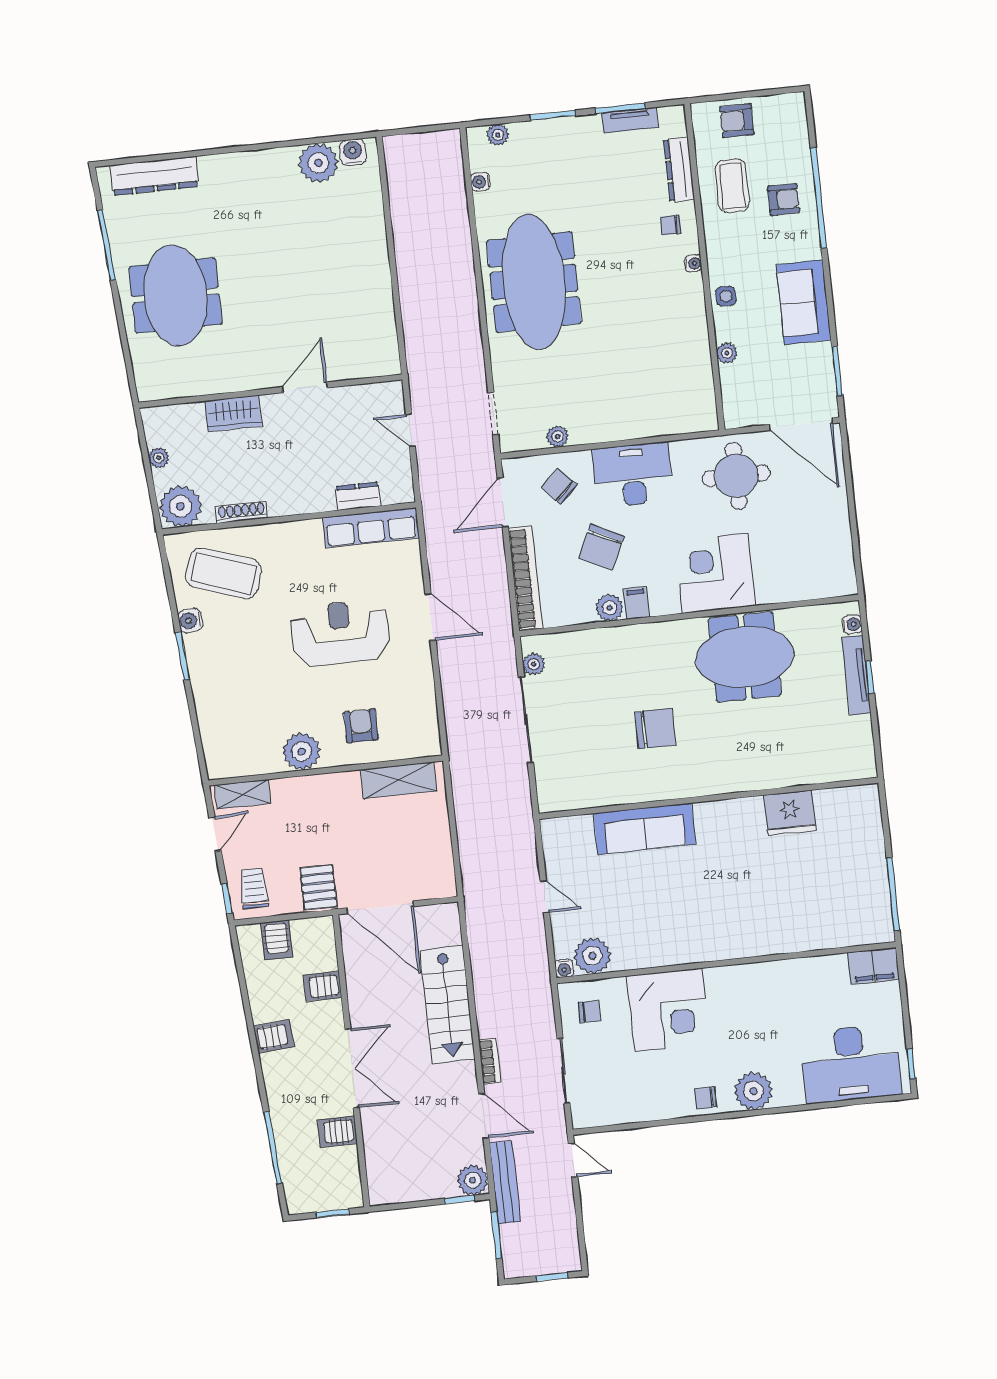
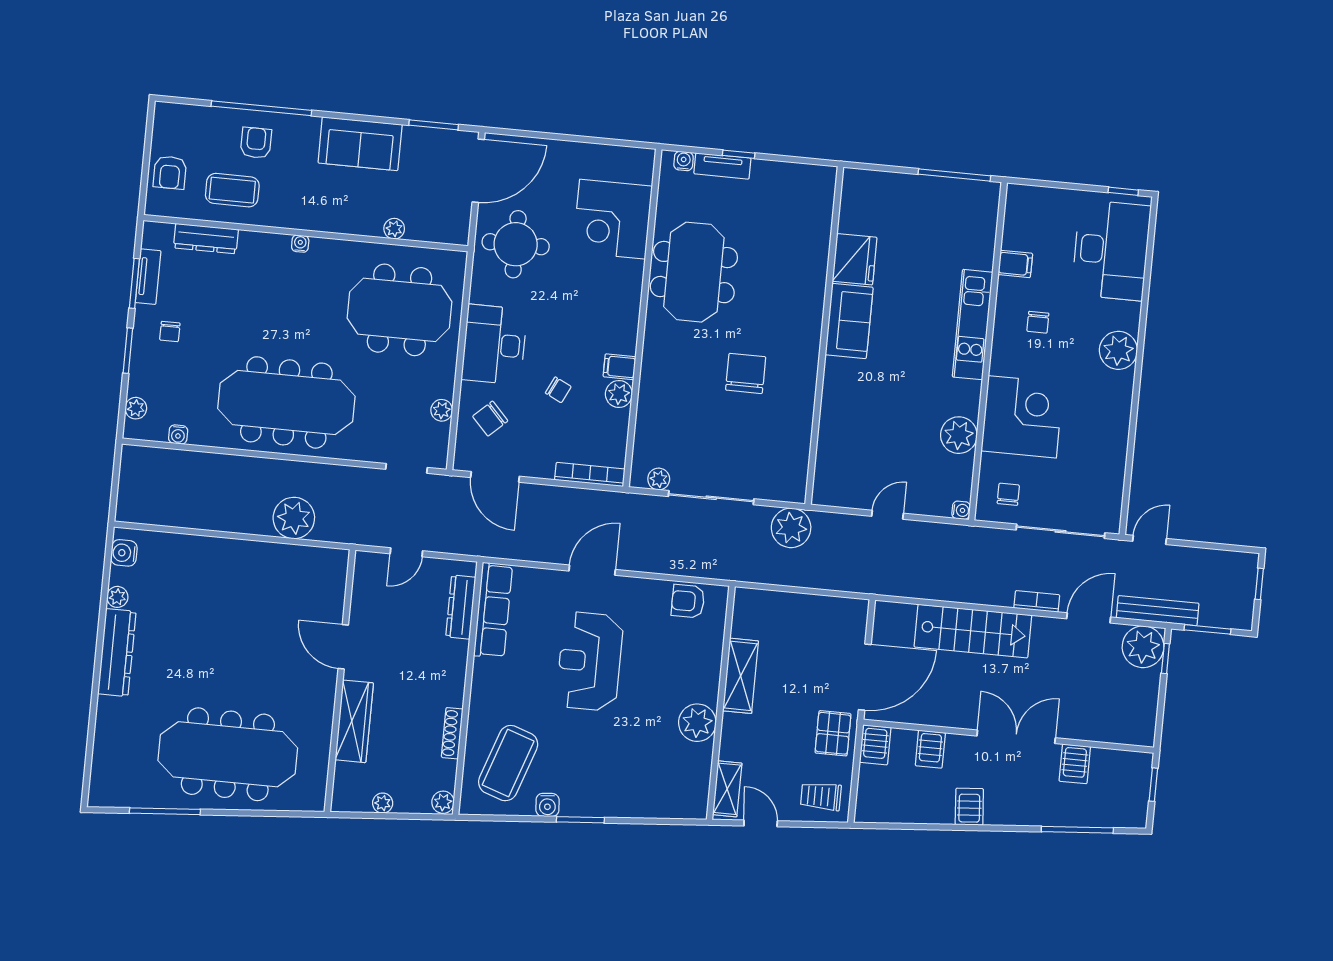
plant: (318, 163) -> (117, 597), width x0.53, depth x0.53
dresser: (154, 176) -> (117, 653), moved
chair: (671, 225) -> (170, 332), moved
meeting table: (176, 295) -> (228, 754), width x1.36
side table: (726, 296) -> (339, 218), removed
plant: (422, 313) -> (294, 518), added
meeting table: (648, 375) -> (400, 310), added
wardrobe: (234, 413) -> (354, 721), width x1.50
dresser: (358, 496) -> (461, 607), width x1.44
plant: (180, 506) -> (443, 802), width x0.53, depth x0.53
chair: (601, 547) -> (558, 390), width x0.54, depth x0.54
corner desk: (715, 573) -> (612, 219), moved
bookcase: (525, 579) -> (590, 474), width x0.68, depth x0.76
tv unit: (856, 675) -> (722, 166), width x0.71
armchair: (361, 726) -> (688, 601), moved
shelving: (399, 780) -> (741, 676), moved
plant: (512, 804) -> (791, 528), added
sofa: (645, 829) -> (849, 321), moved, width x0.73
pallet: (318, 887) -> (833, 733), turned 90
window: (227, 899) -> (826, 825), removed
server rack: (277, 940) -> (875, 745), moved, turned 90
kitchen unit: (749, 942) -> (973, 325), added
plant: (592, 956) -> (959, 435), moved
filing cabinet: (873, 966) -> (1015, 264), moved, width x0.50
sliding door: (563, 1071) -> (1060, 531), width x1.37
chair: (706, 1098) -> (1038, 322), moved
plant: (473, 1180) -> (1143, 647), width x1.36, depth x1.36

